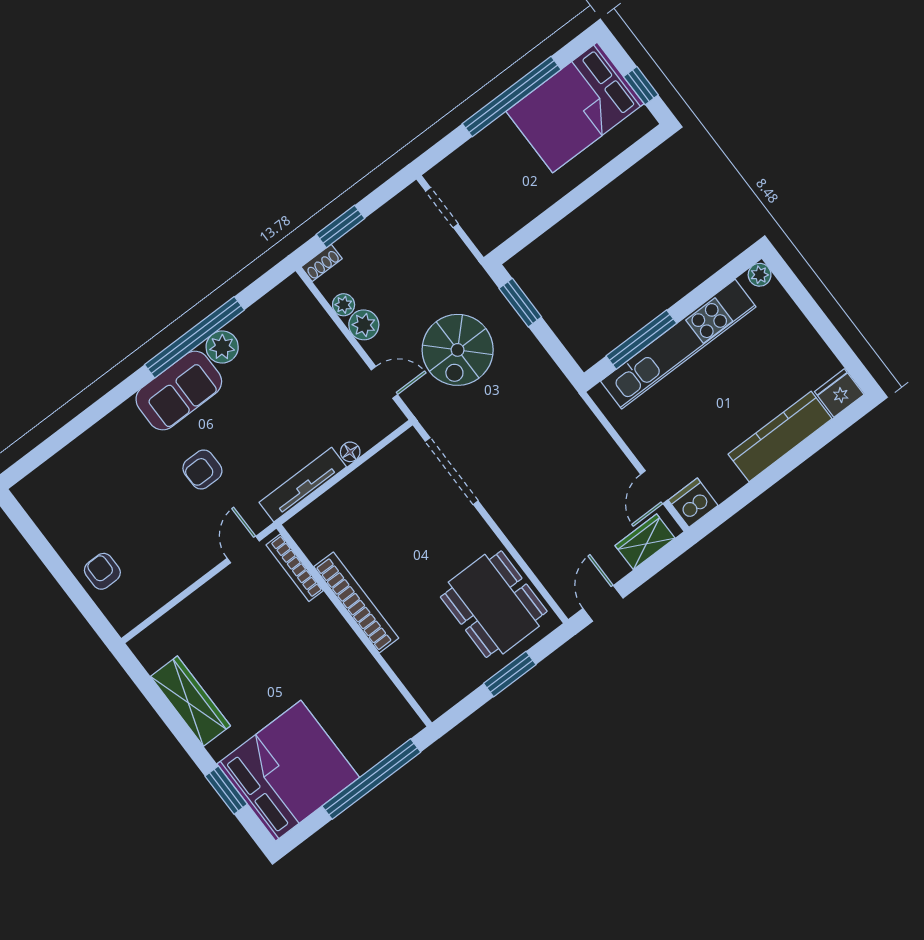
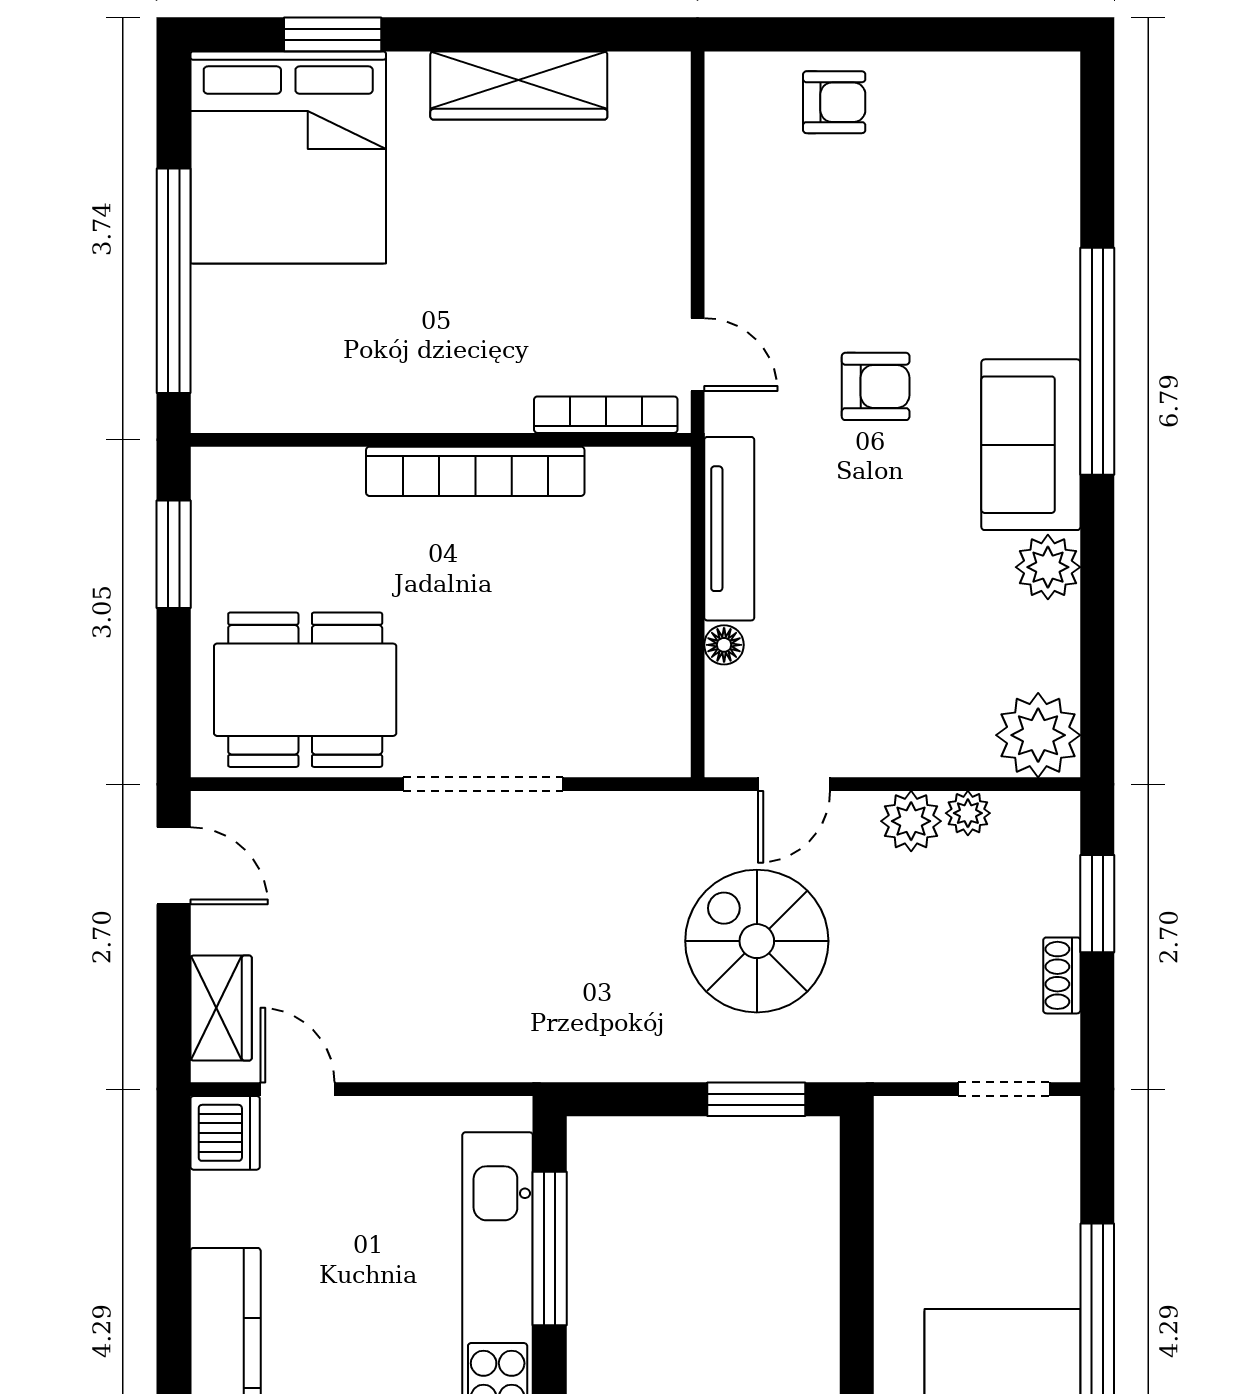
shoe rack: (322, 263) -> (1062, 975), moved
plant: (292, 300) -> (1038, 735), added
window: (194, 337) -> (1097, 361), moved
armchair: (202, 469) -> (876, 386), turned 90
doorway: (452, 471) -> (483, 784), moved
window: (510, 674) -> (174, 554), moved

